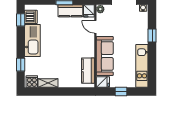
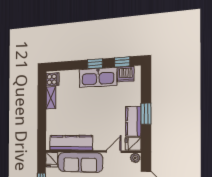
window: (21, 65) -> (95, 64), moved
kitchen counter: (88, 71) -> (71, 143), width x1.50

